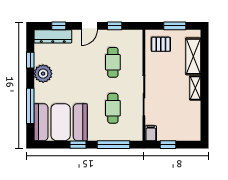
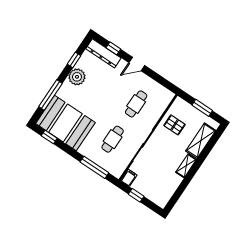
window: (115, 26) -> (156, 77), removed
pallet: (161, 44) -> (174, 125), moved
window: (78, 145) -> (49, 137), moved

